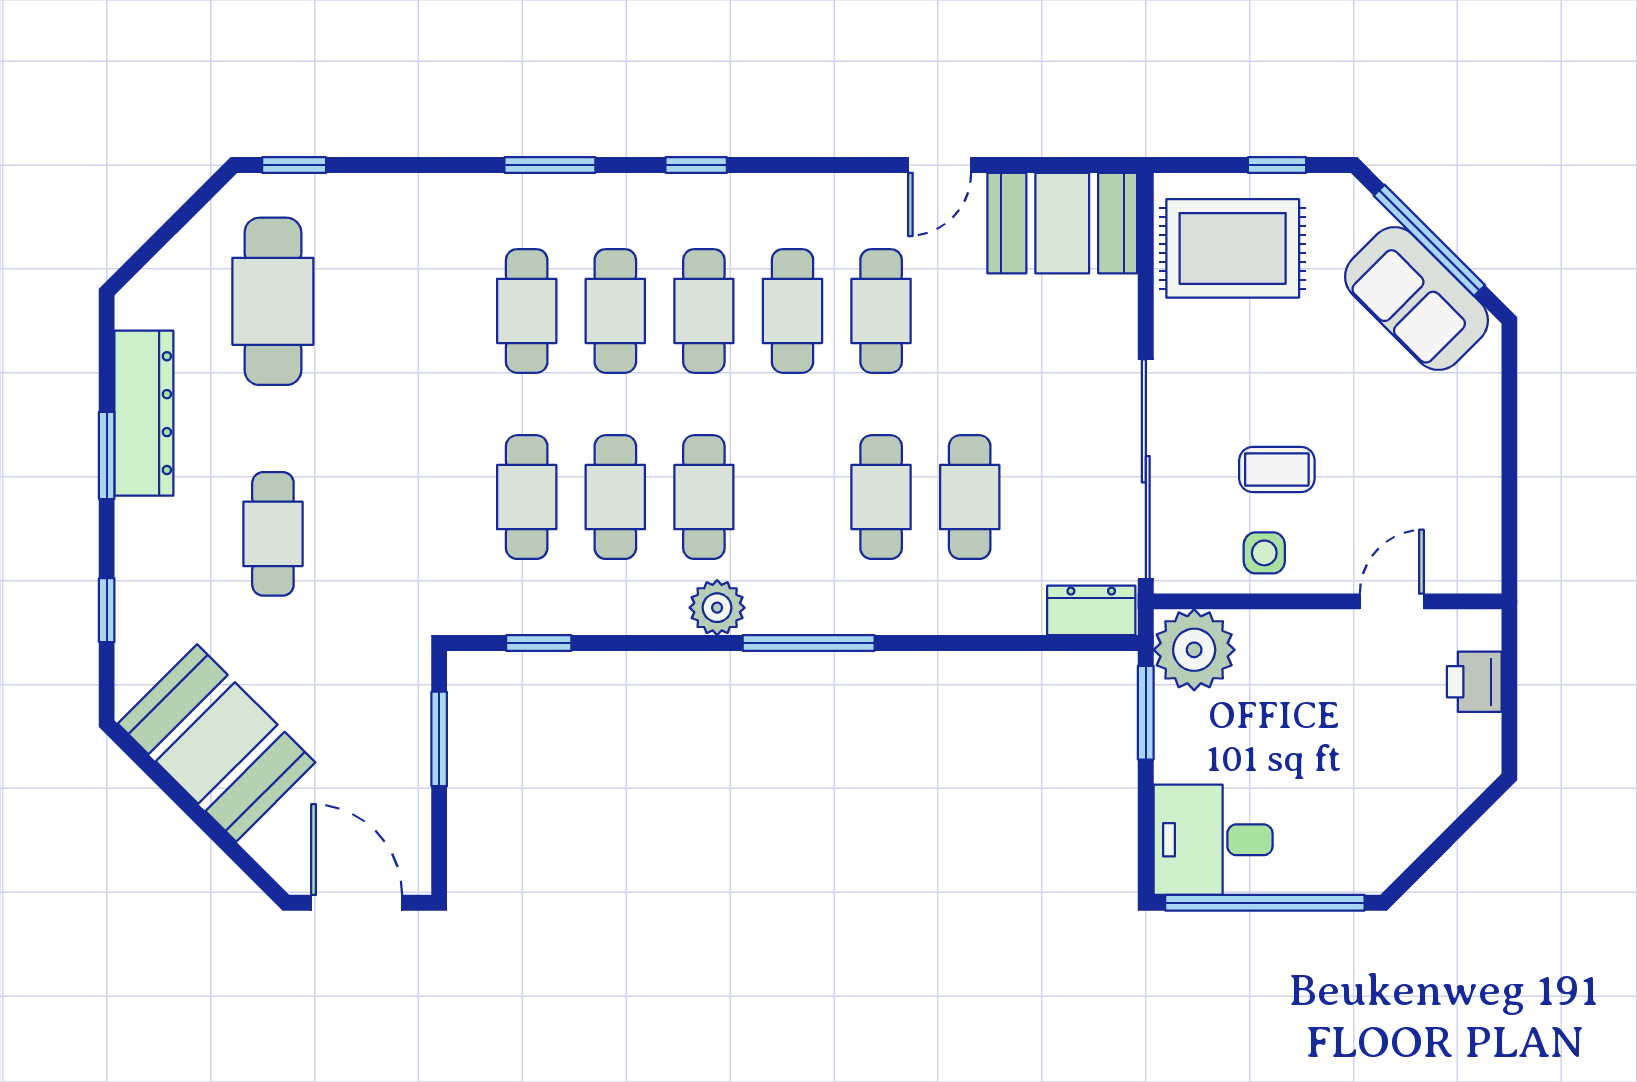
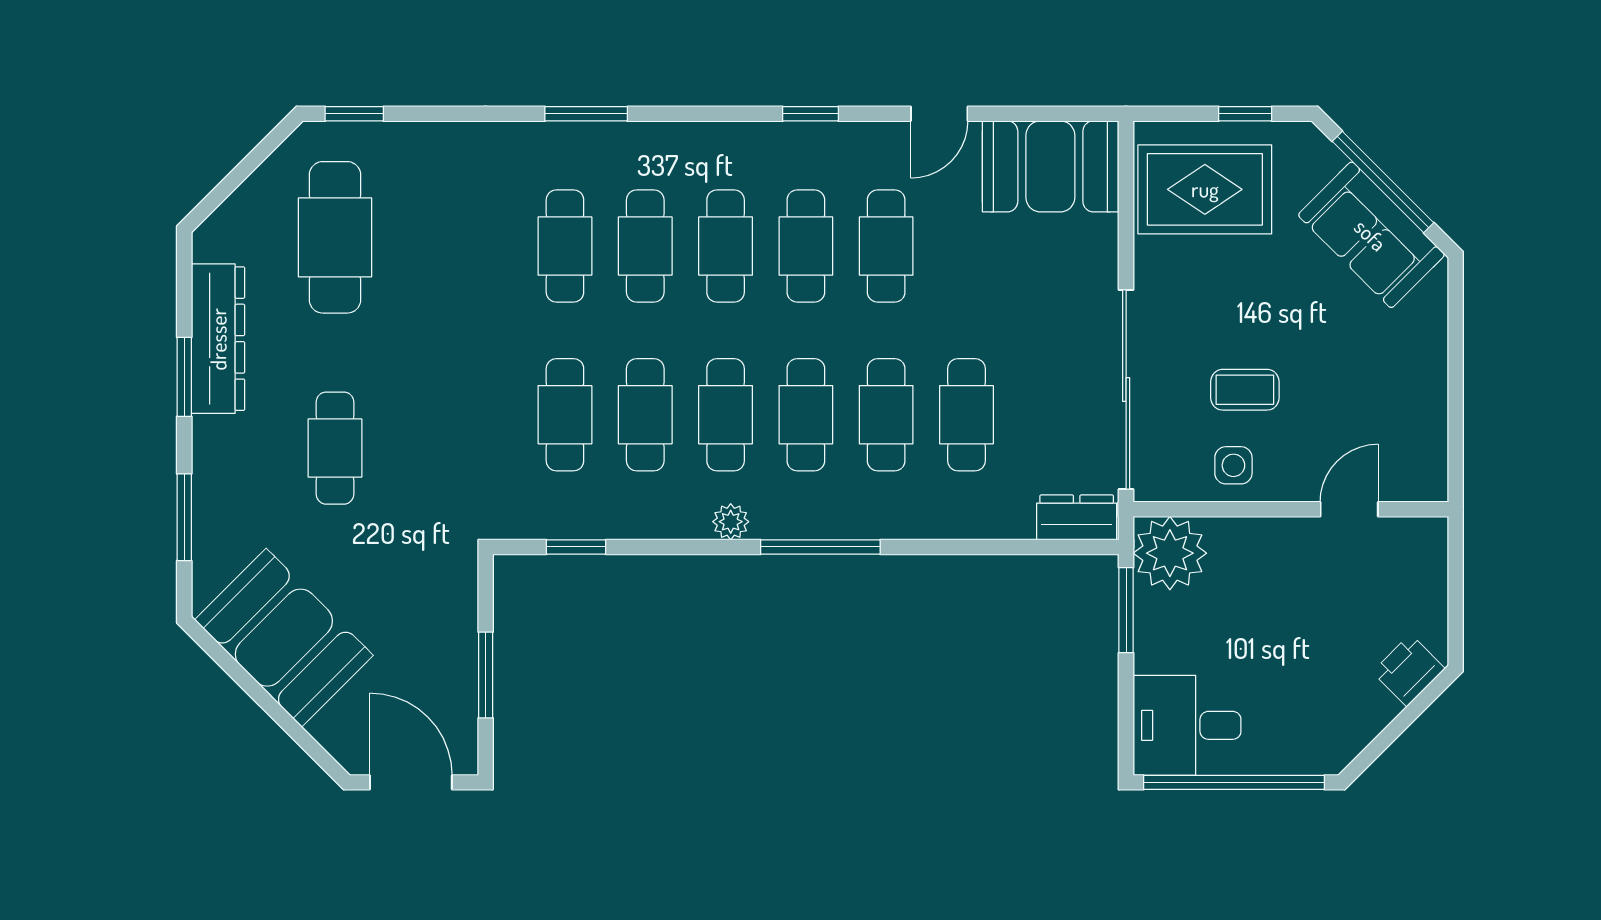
window: (696, 165) -> (811, 114), moved
cafe table: (792, 497) -> (806, 415), added
plant: (717, 608) -> (731, 522), width x0.73, depth x0.73
window: (107, 610) -> (184, 517), width x1.50
printer: (1474, 682) -> (1409, 670), moved, turned 45
window: (439, 739) -> (486, 675), moved

